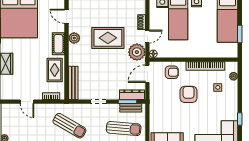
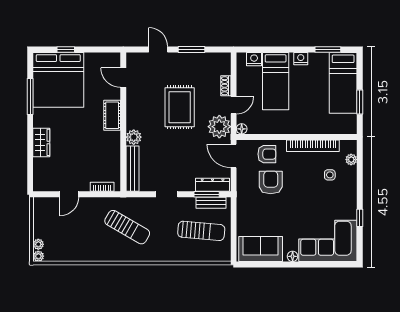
plant: (74, 38) -> (134, 137), moved
rug: (108, 38) -> (180, 107), turned 90
rug: (55, 70) -> (107, 151), removed
door: (147, 74) -> (234, 156), hinge flipped
armchair: (189, 94) -> (271, 182), moved
door: (27, 102) -> (69, 194), hinge flipped

